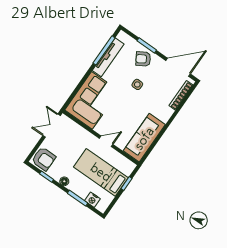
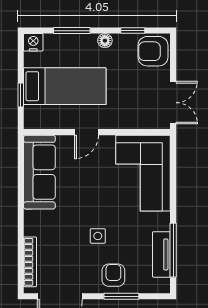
tv unit: (108, 57) -> (161, 254), width x0.71
armchair: (143, 59) -> (113, 275), turned -59
nightstand: (92, 200) -> (33, 42), moved

